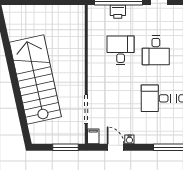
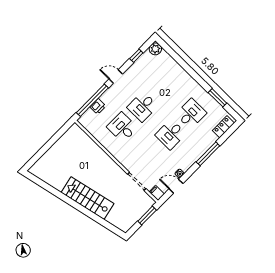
desk: (156, 50) -> (143, 107), turned 90
stairs: (35, 80) -> (88, 198), width x0.73, depth x0.66

